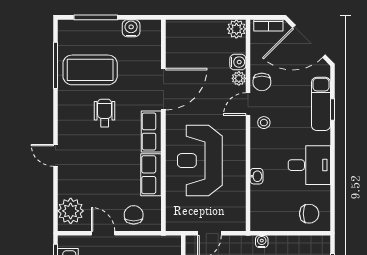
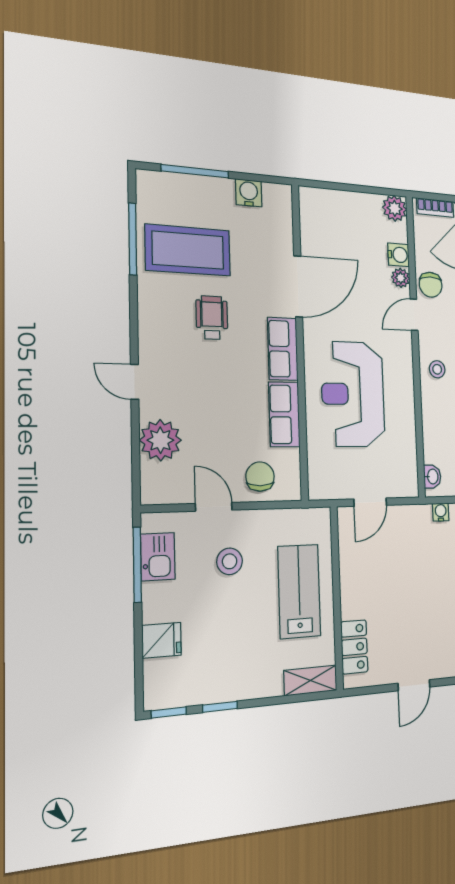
stool: (264, 123) -> (437, 369), moved
washbasin: (257, 176) -> (432, 477), moved
plant: (71, 211) -> (160, 440), moved

